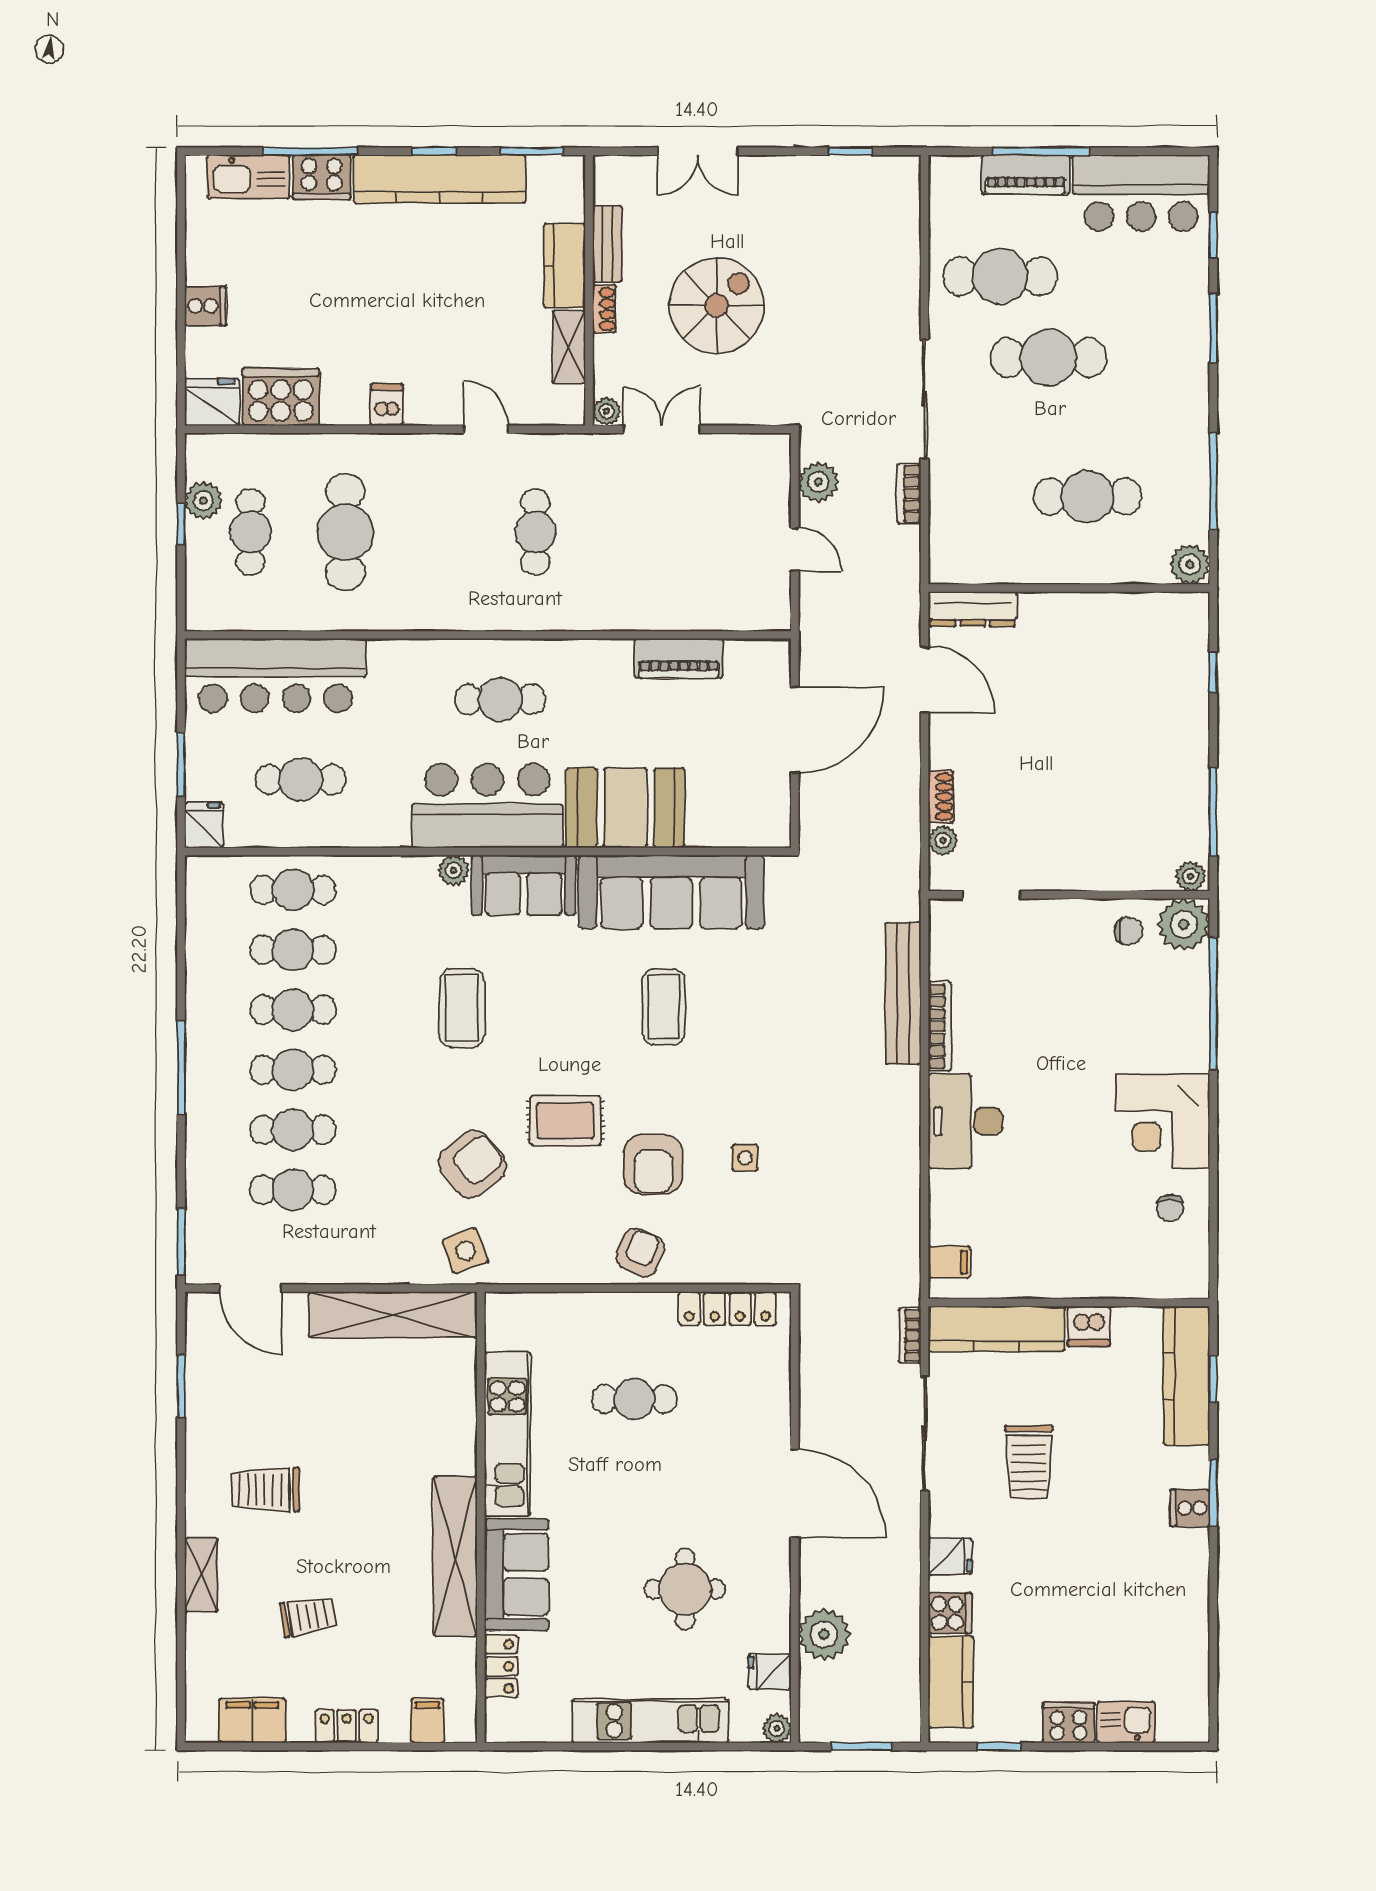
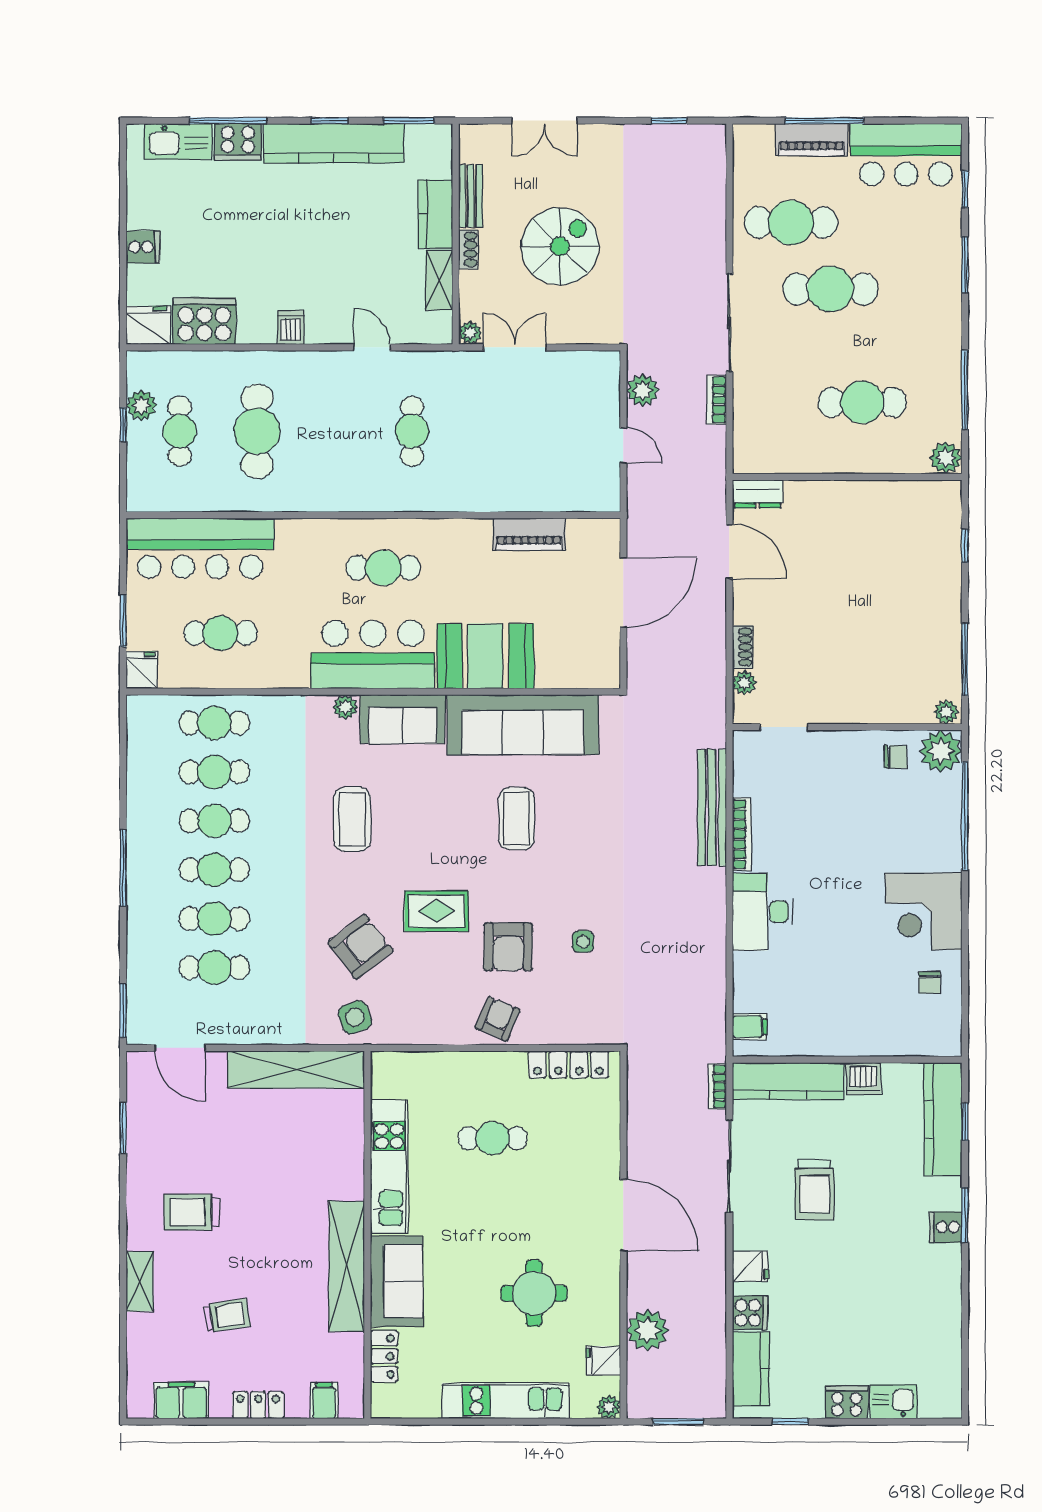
dresser: (973, 609) -> (757, 494), width x0.70

